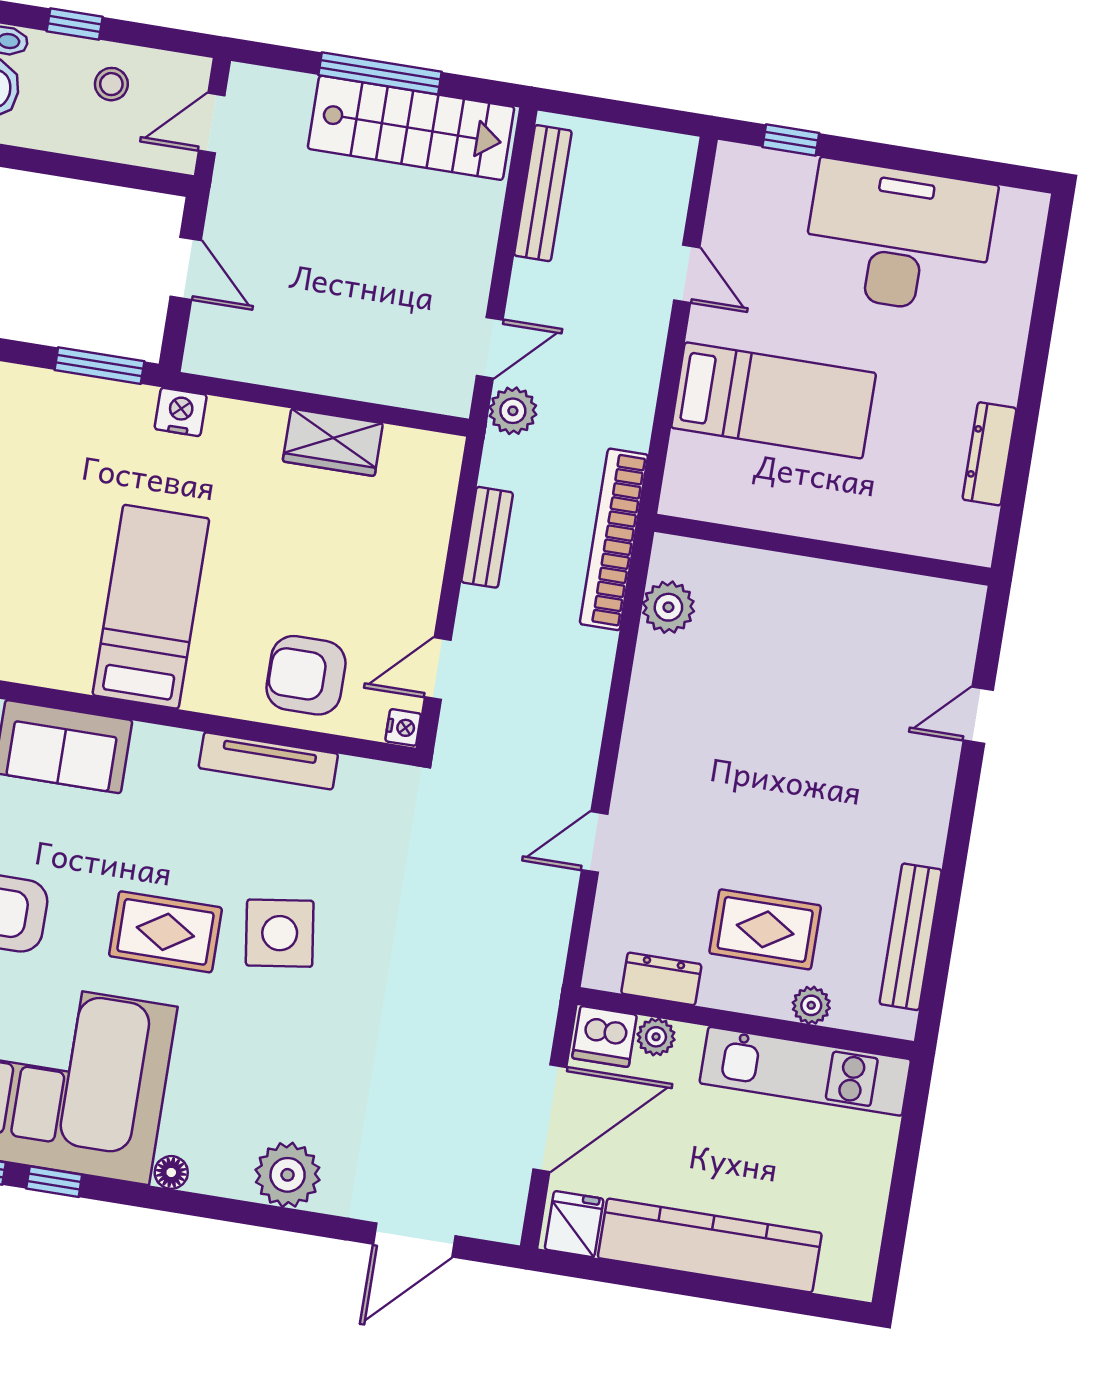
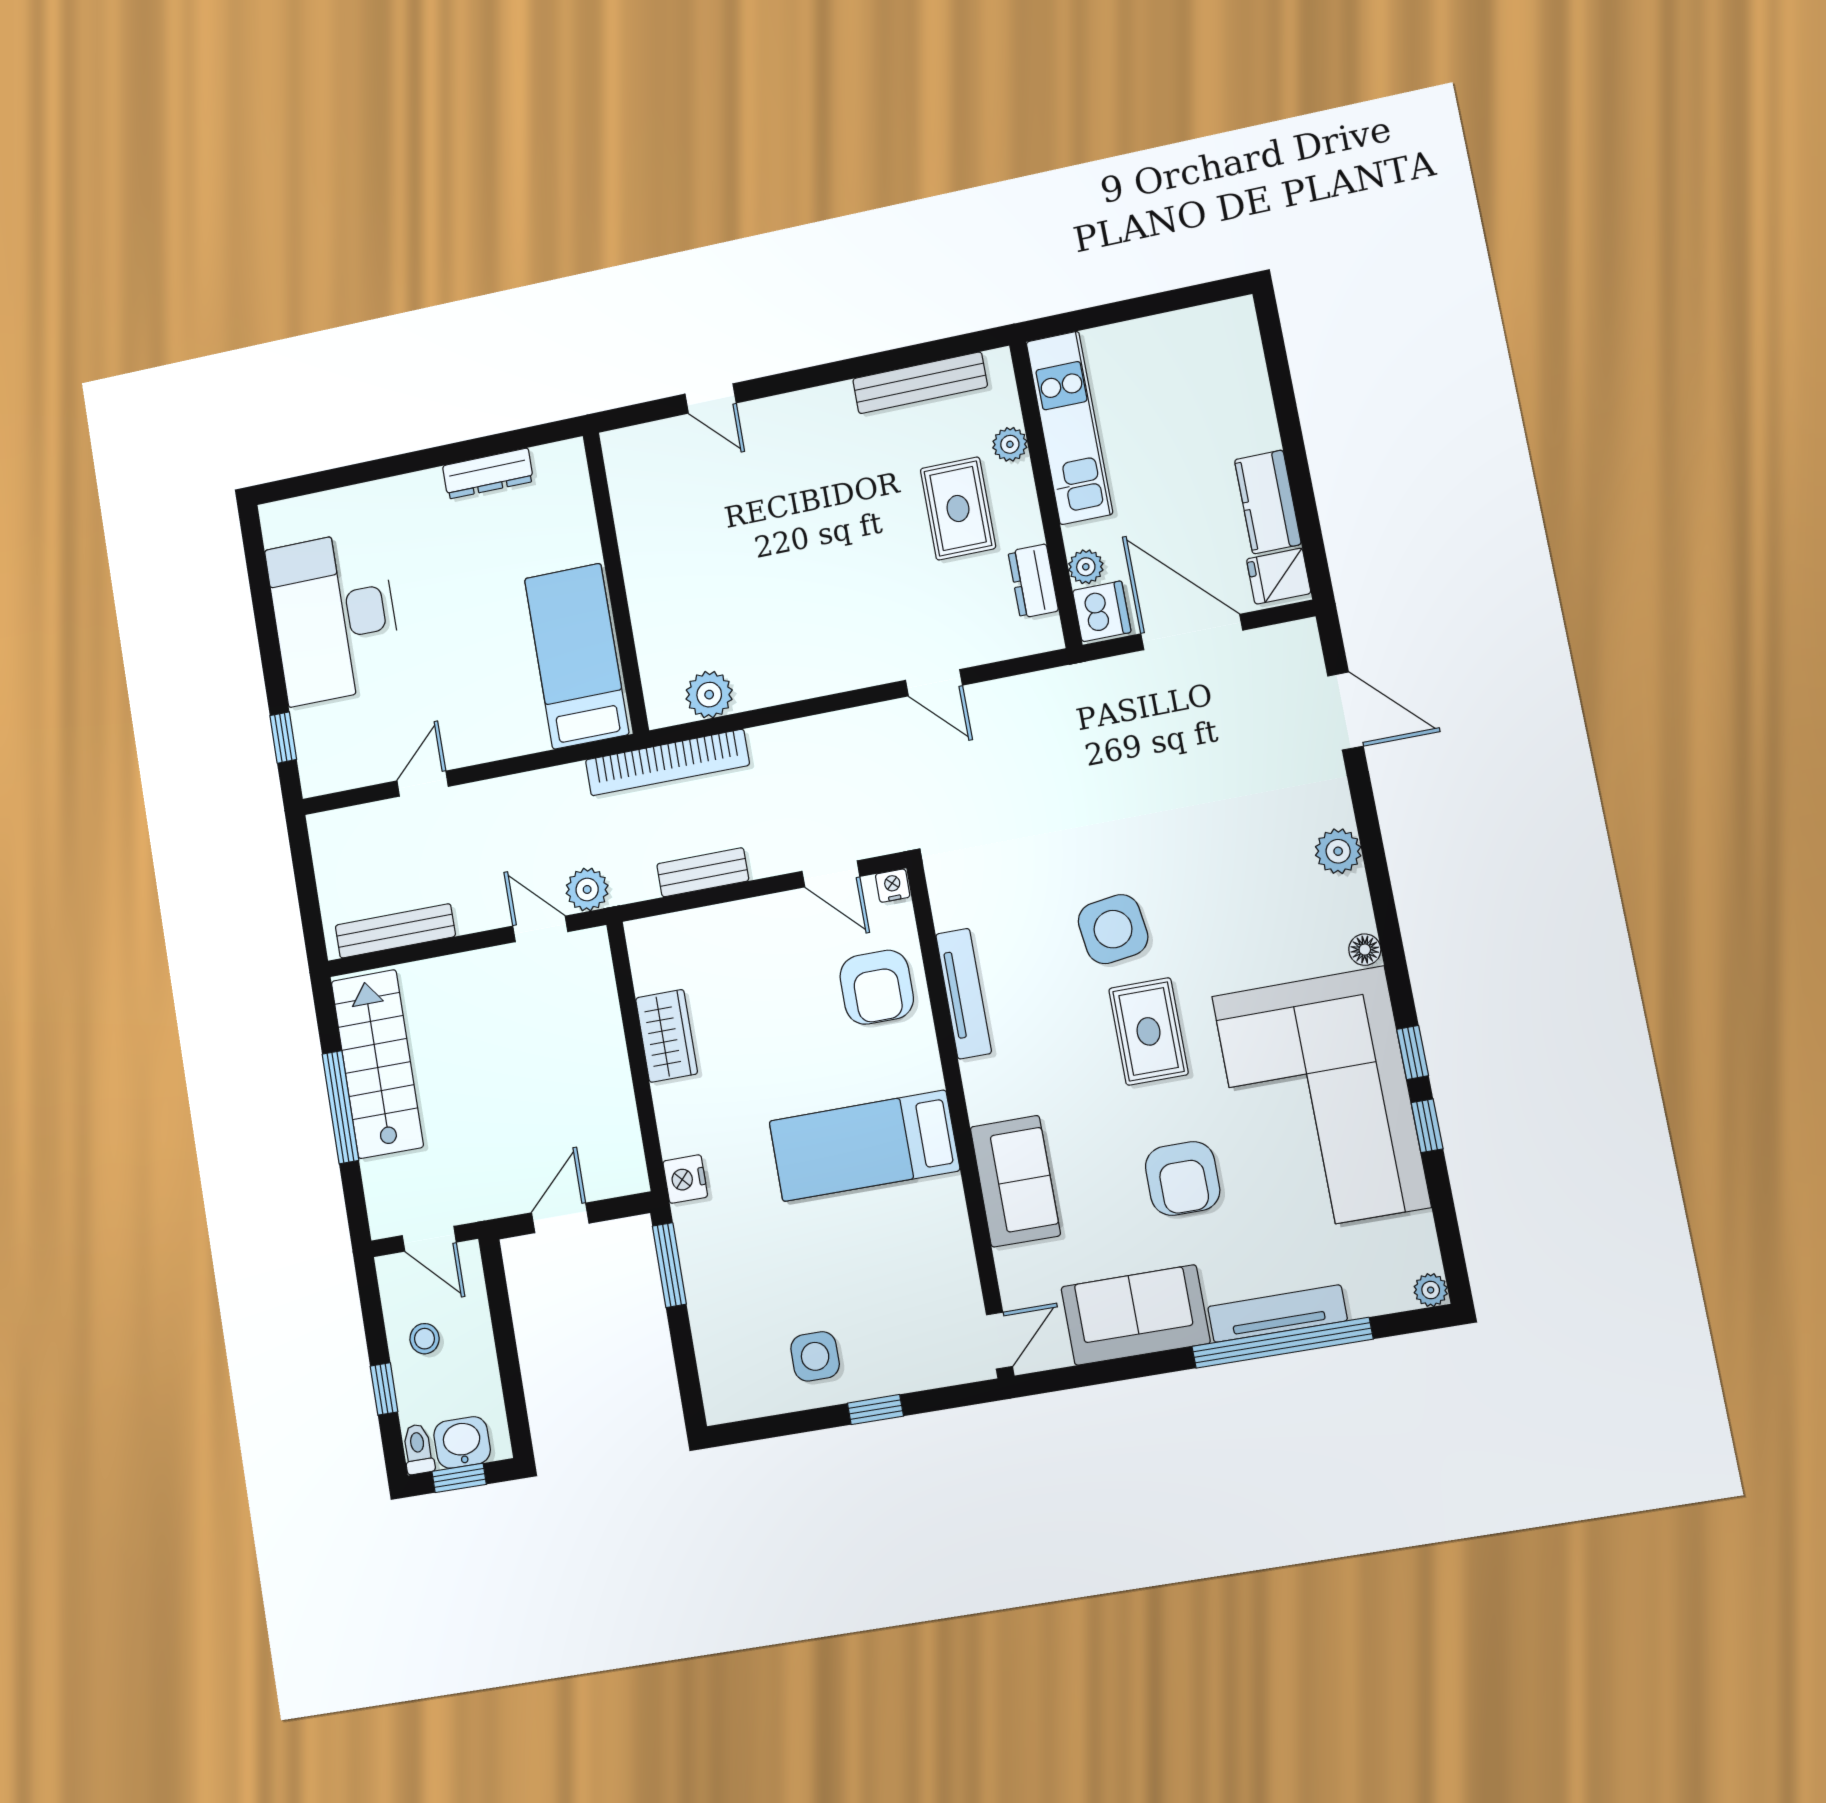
bed: (774, 400) -> (577, 656), moved
plant: (288, 1175) -> (1338, 851), width x0.73, depth x0.73
kitchen counter: (710, 1245) -> (1268, 502), width x0.48, depth x0.86

